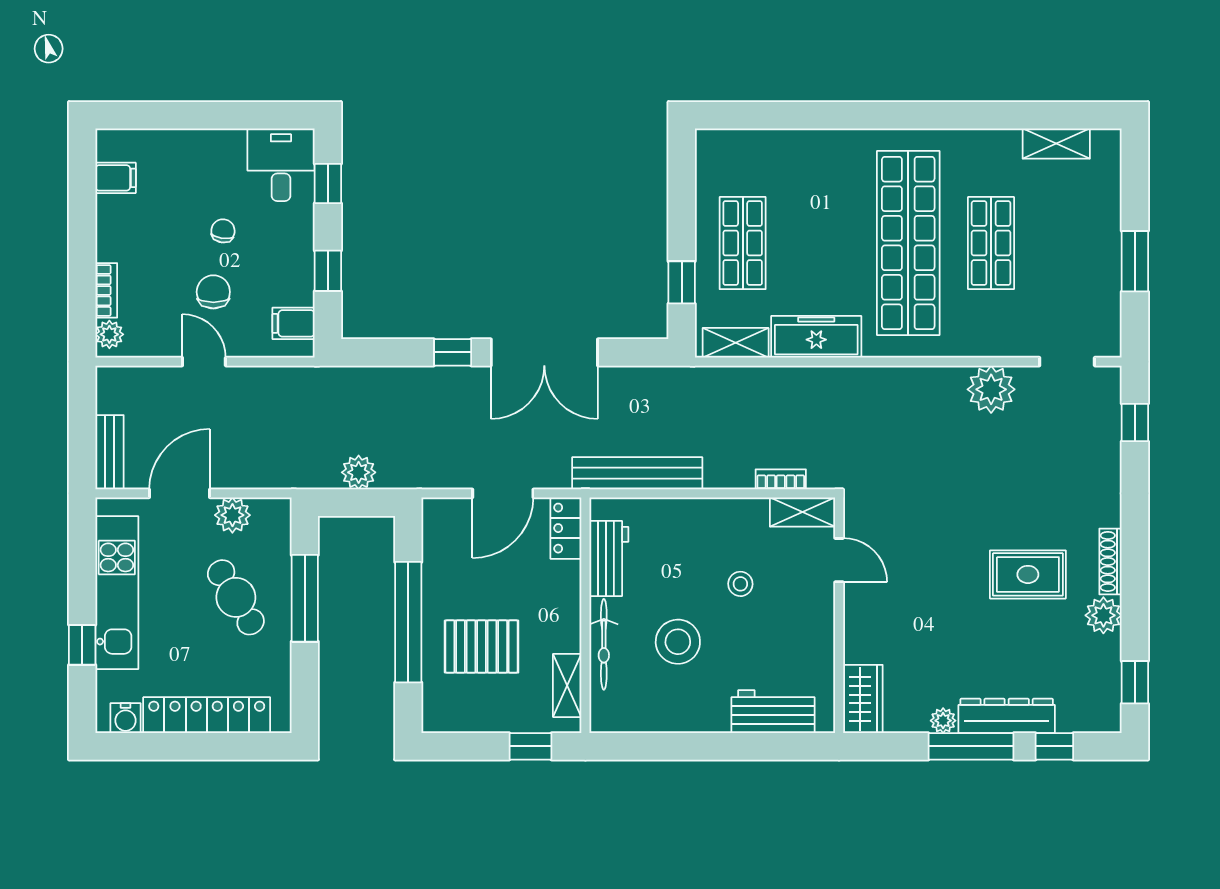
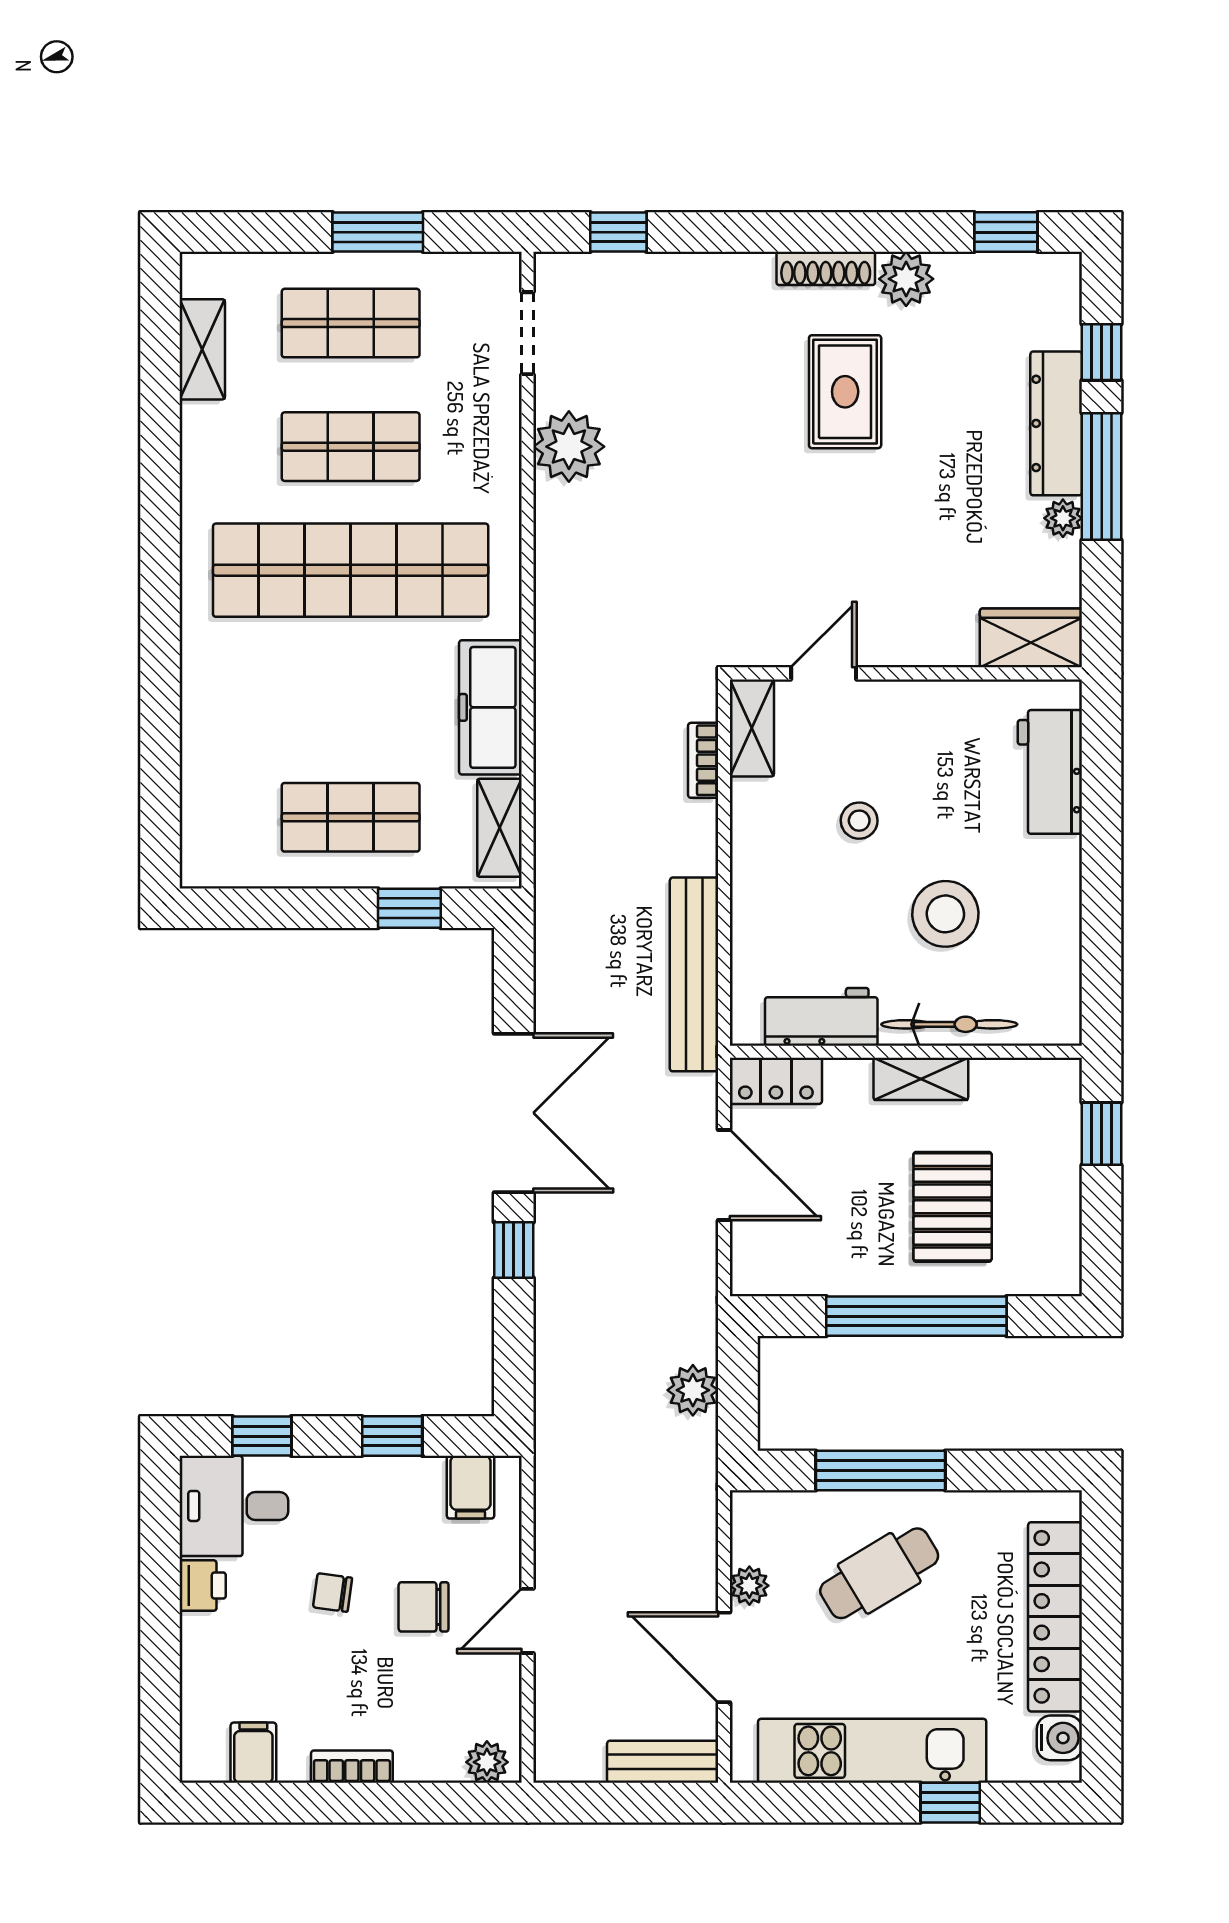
printer: (228, 144) -> (203, 1586), added
shop shelf: (1074, 243) -> (351, 323), added
bookcase: (106, 290) -> (352, 1767), moved
plant: (232, 515) -> (749, 1586), width x0.73, depth x0.73
shelving: (567, 685) -> (921, 1079), moved

